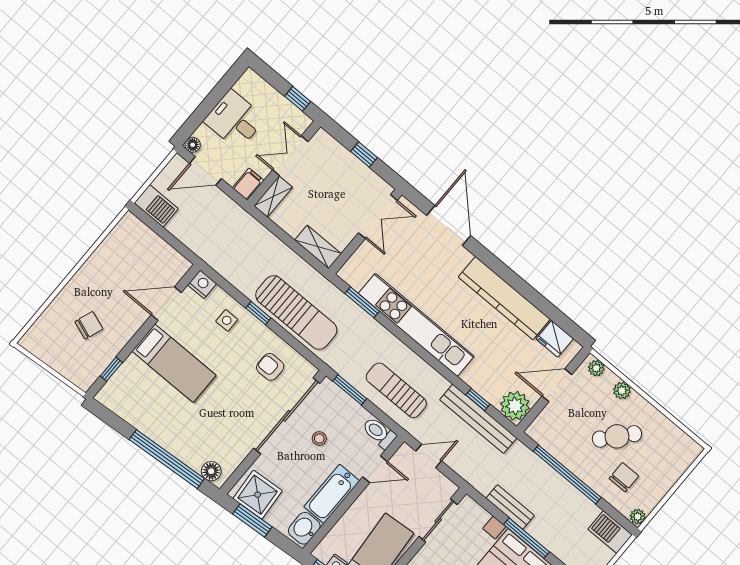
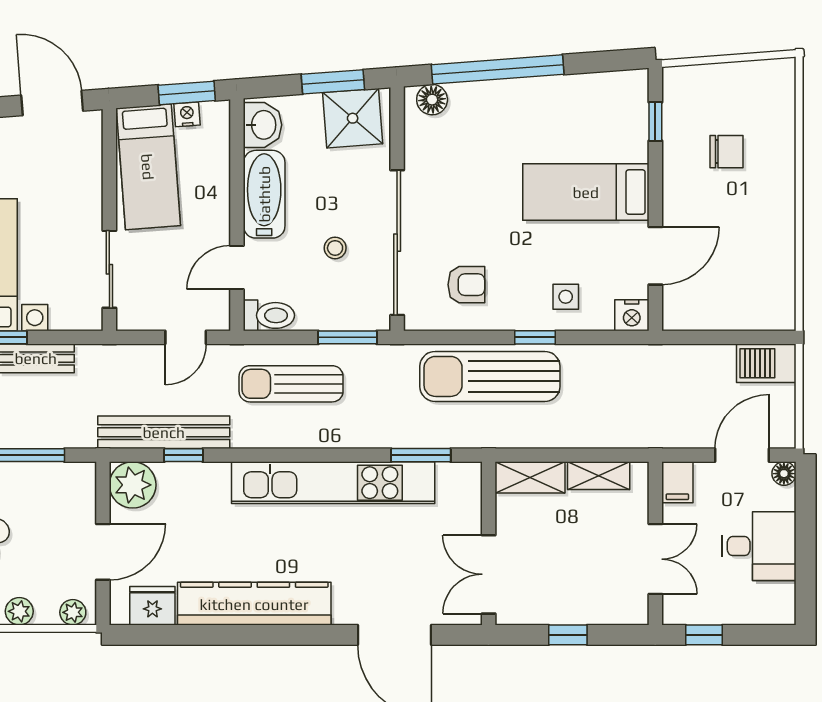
shelving: (273, 197) -> (599, 476), moved, turned 90
chair: (89, 325) -> (726, 152), turned -110
sun lounger: (396, 390) -> (291, 384), turned 180

